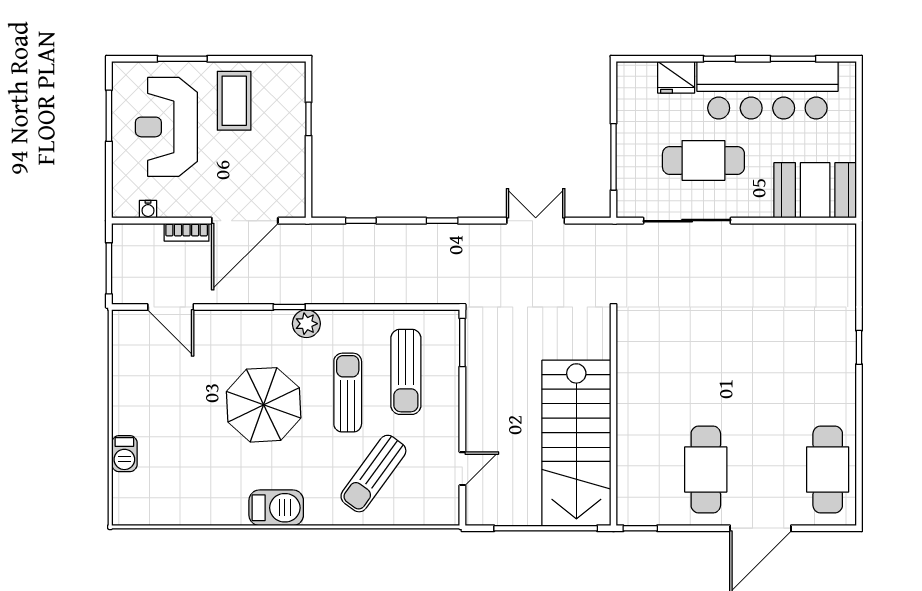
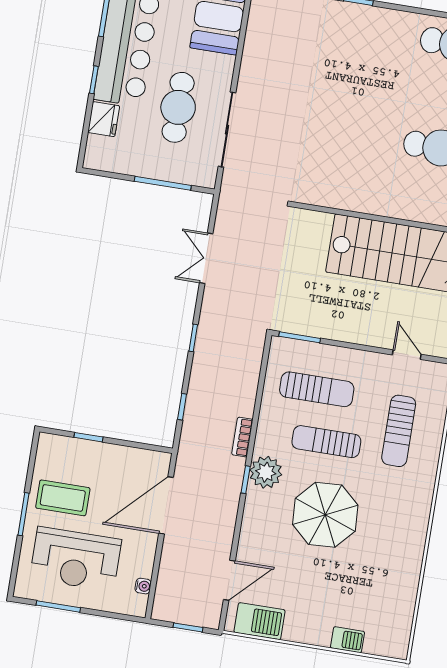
window: (182, 59) -> (24, 514), moved
door: (245, 221) -> (166, 505), swing flipped
bookcase: (187, 232) -> (242, 437), moved, turned 180
window: (109, 268) -> (188, 627), width x0.67
plant: (306, 324) -> (266, 472), width x1.36, depth x1.36
sun lounger: (373, 474) -> (399, 431), turned 54
barbecue: (276, 508) -> (260, 621), moved, turned 90

